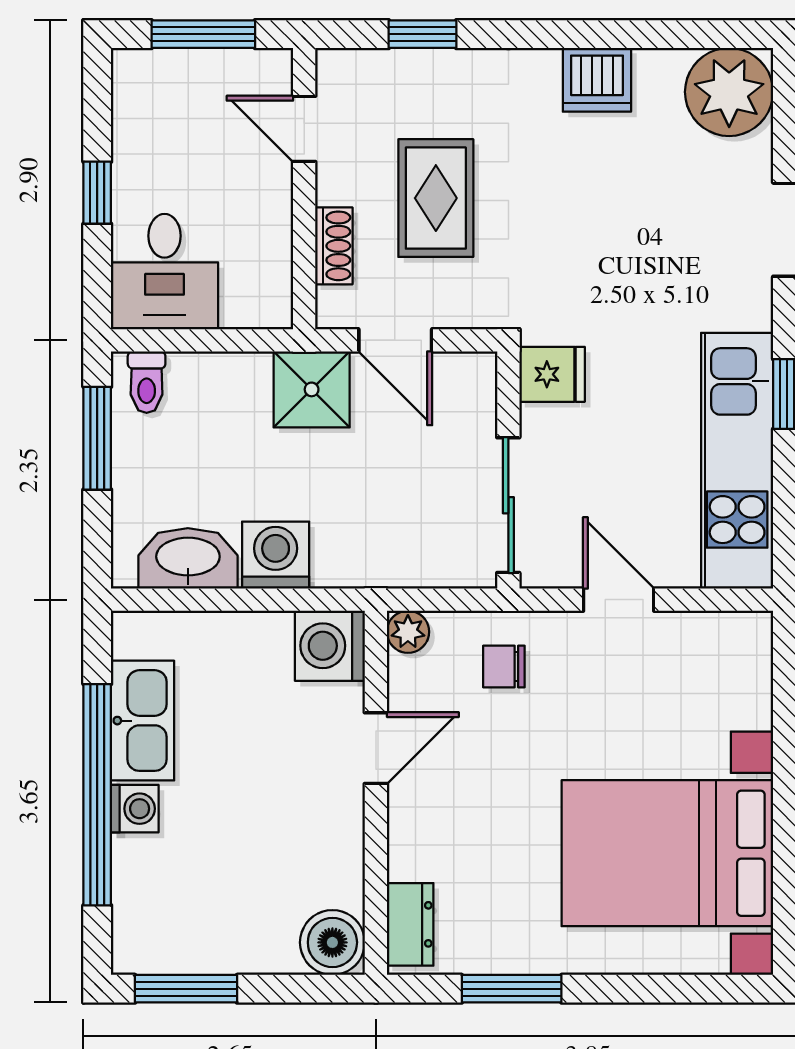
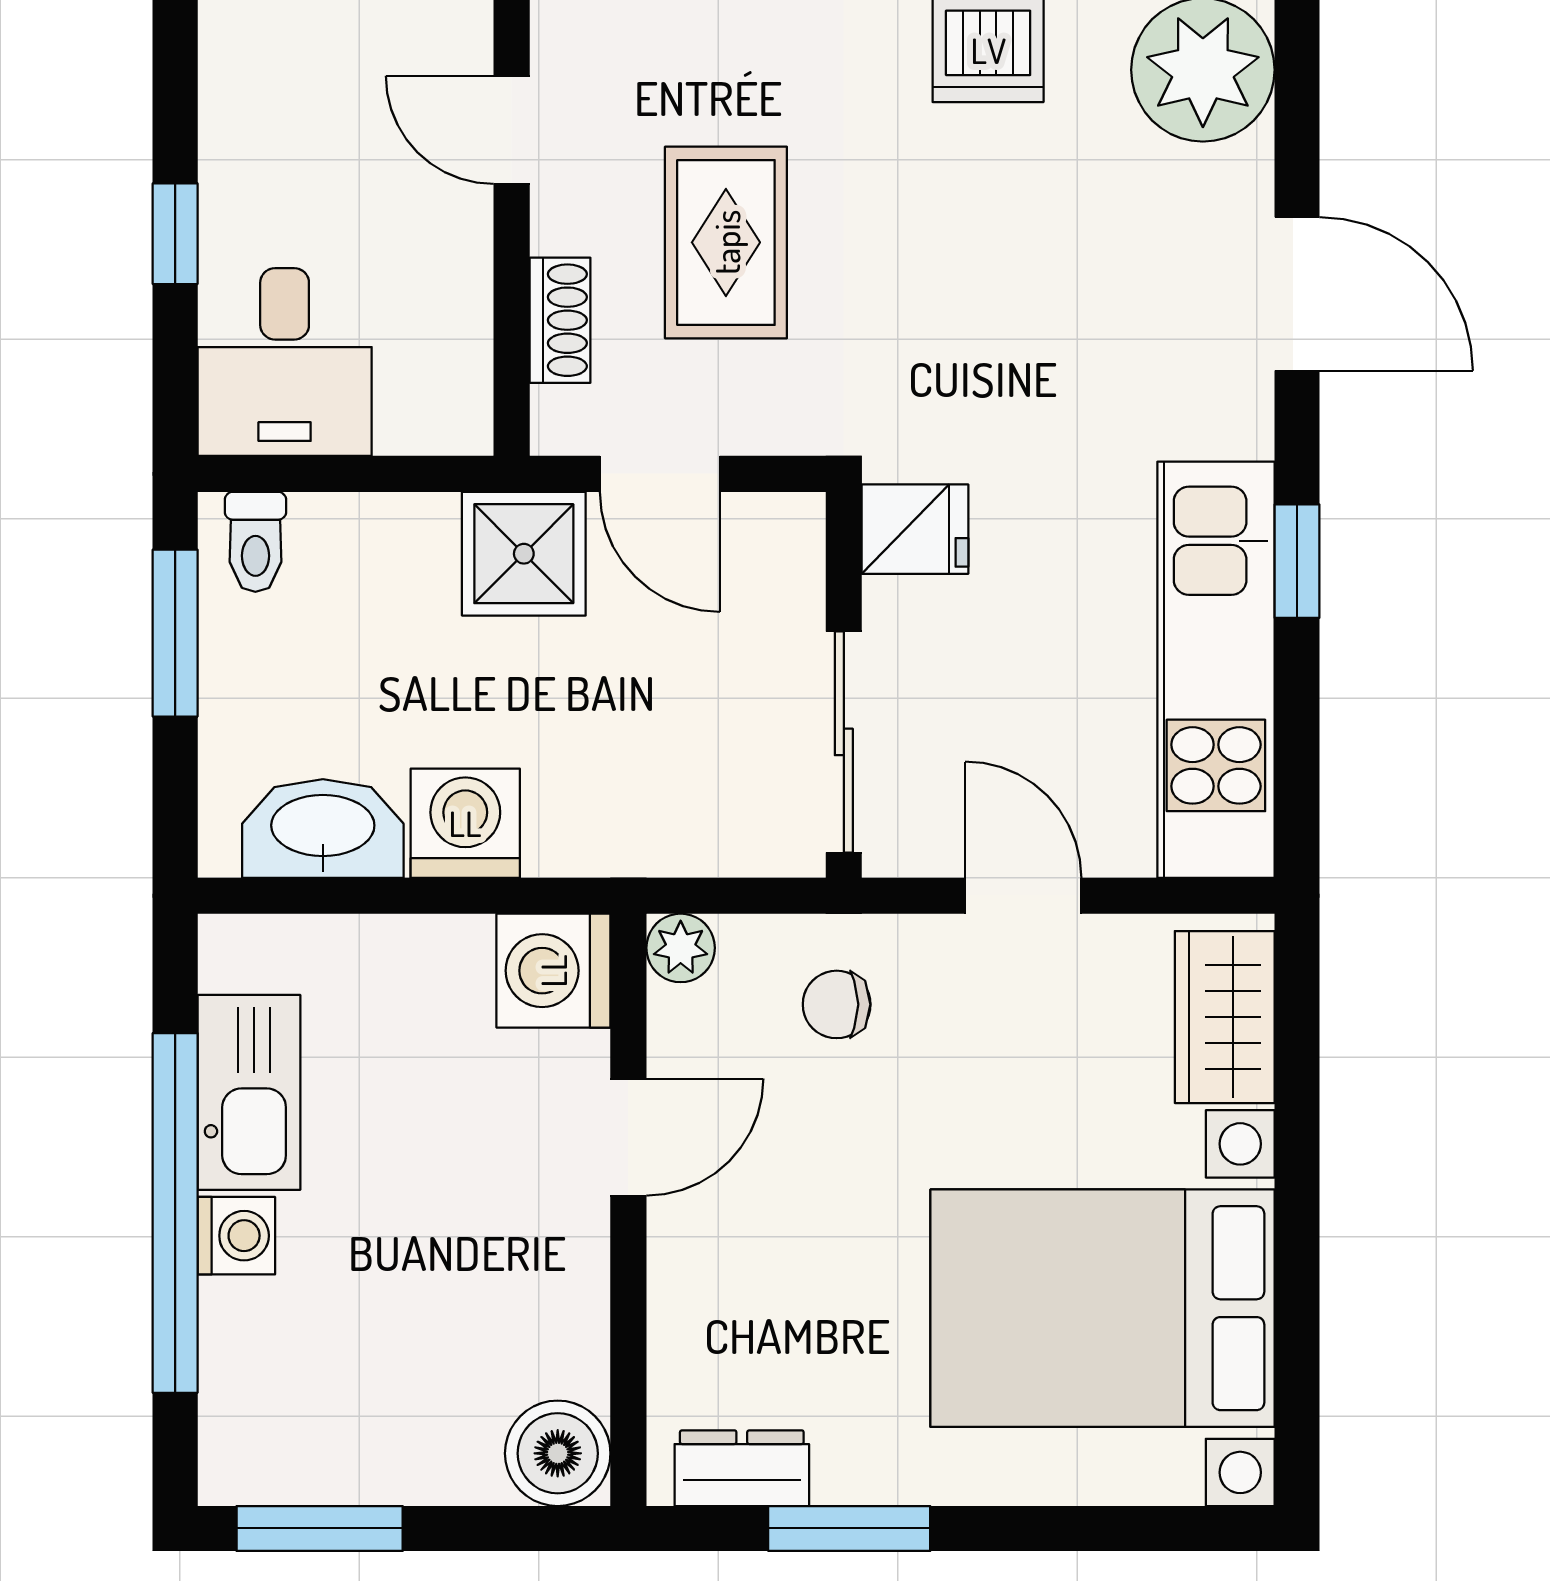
wardrobe: (742, 674) -> (1225, 1017), added
dresser: (410, 924) -> (742, 1468), moved, turned -90

